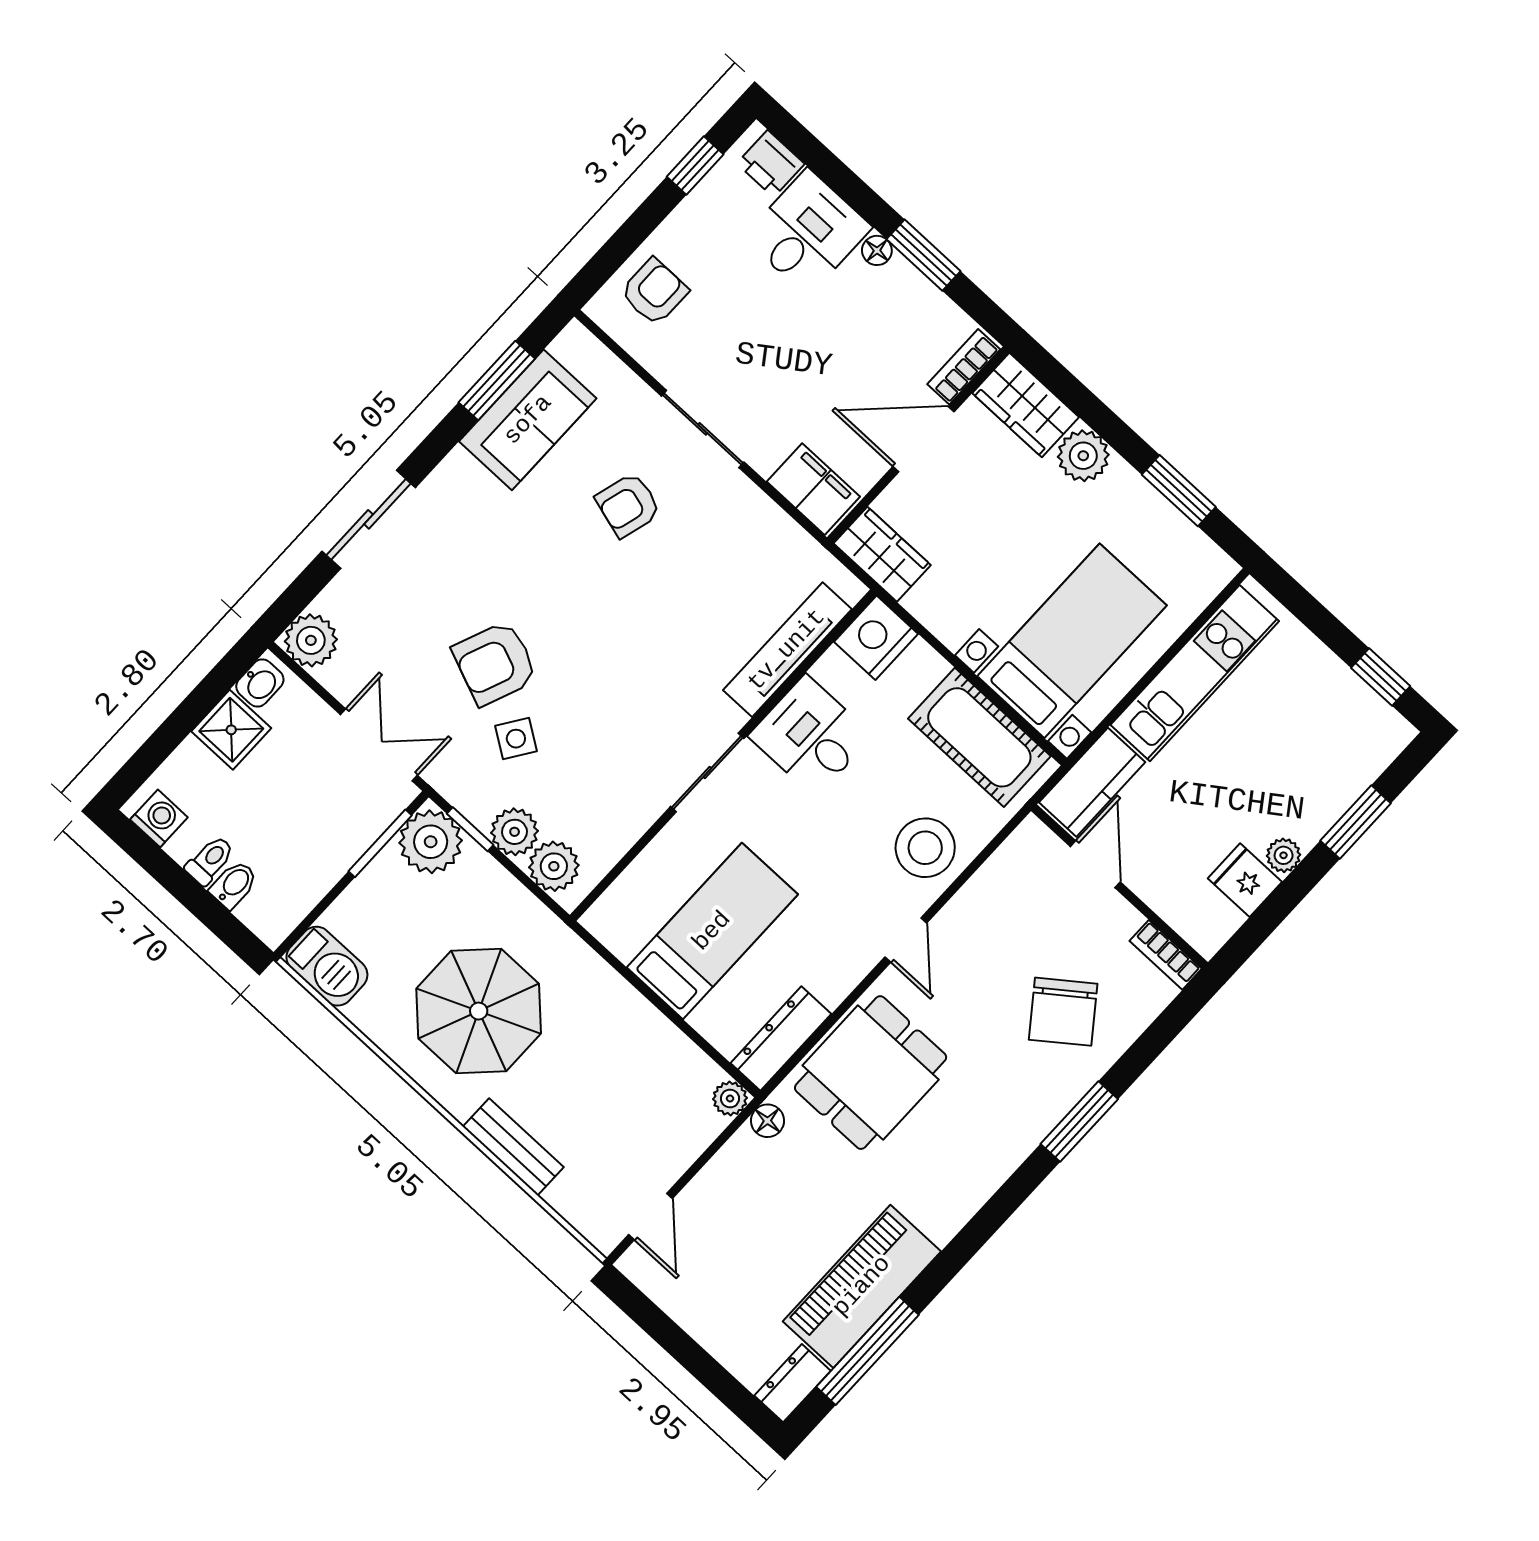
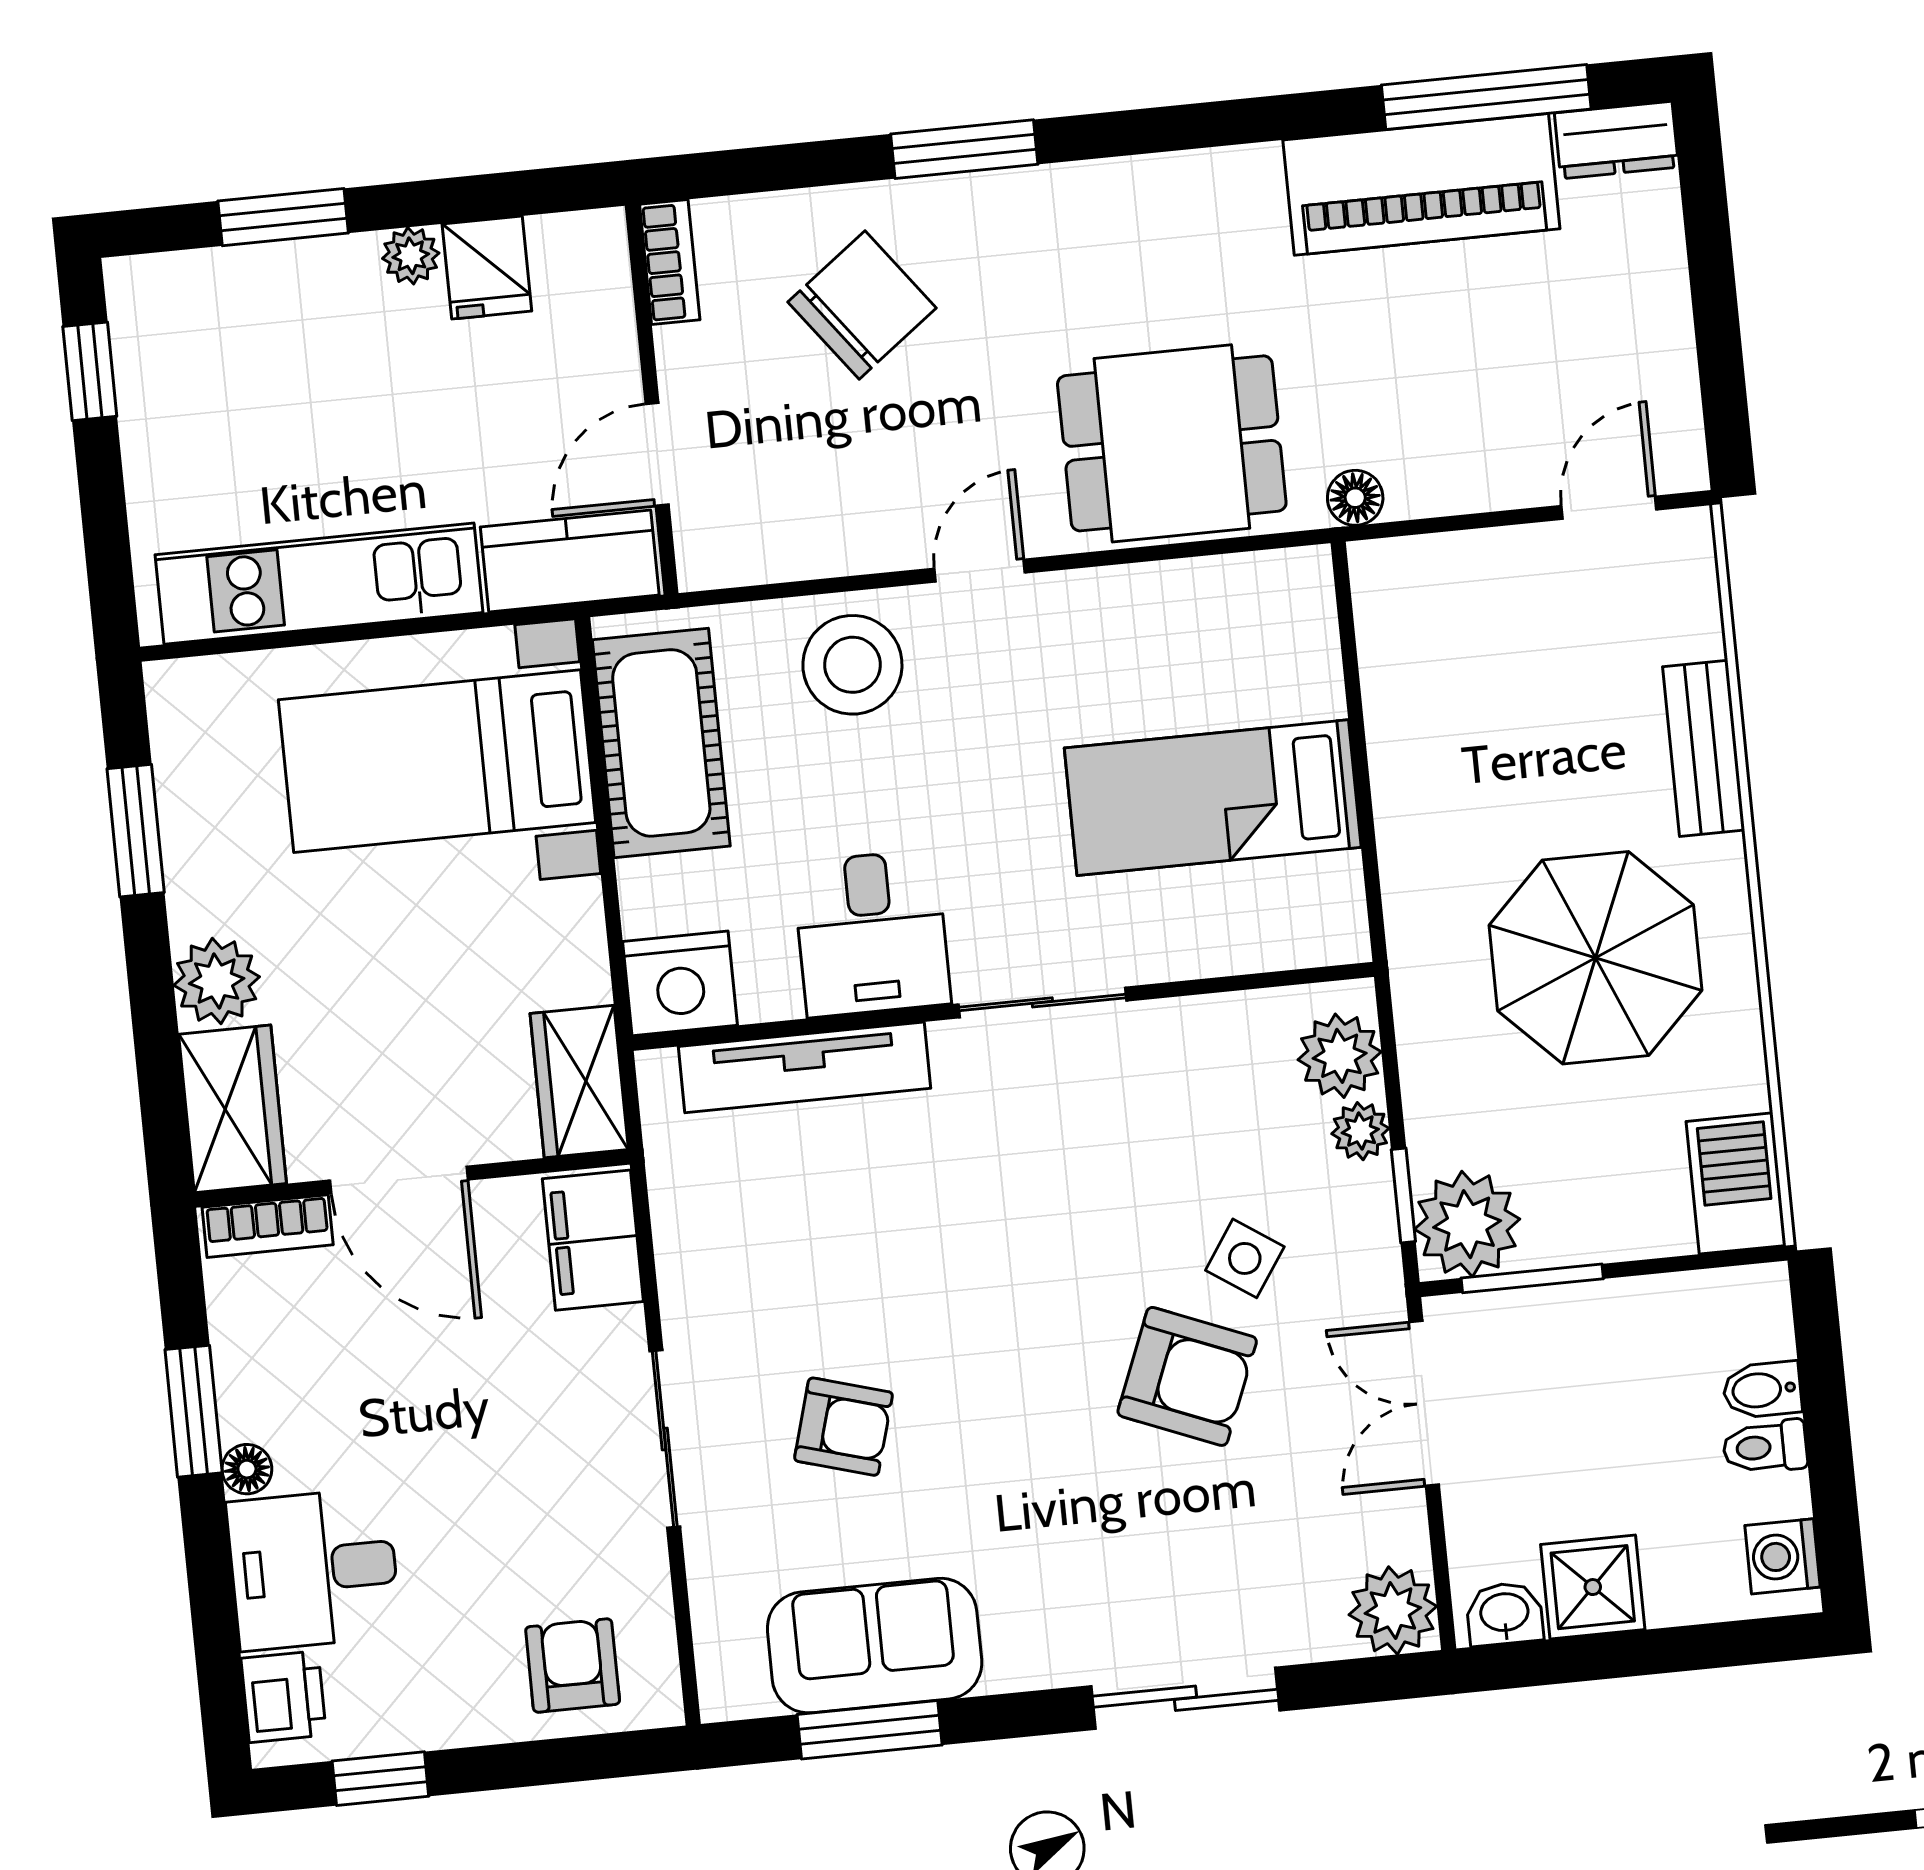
armchair: (654, 292) -> (573, 1665), turned 90
plant: (515, 832) -> (1360, 1131), width x0.73, depth x0.73
dresser: (781, 1039) -> (1247, 586), removed
plant: (730, 1098) -> (1377, 568), removed

